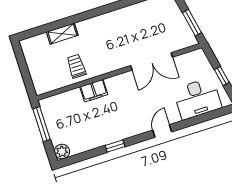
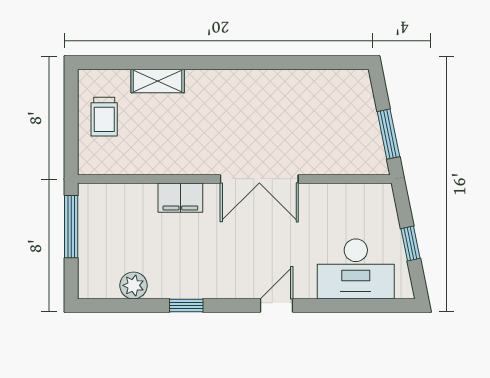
double door: (152, 61) -> (259, 179), moved
trolley: (76, 66) -> (104, 117), moved, turned 180
plant: (62, 152) -> (133, 285), moved

